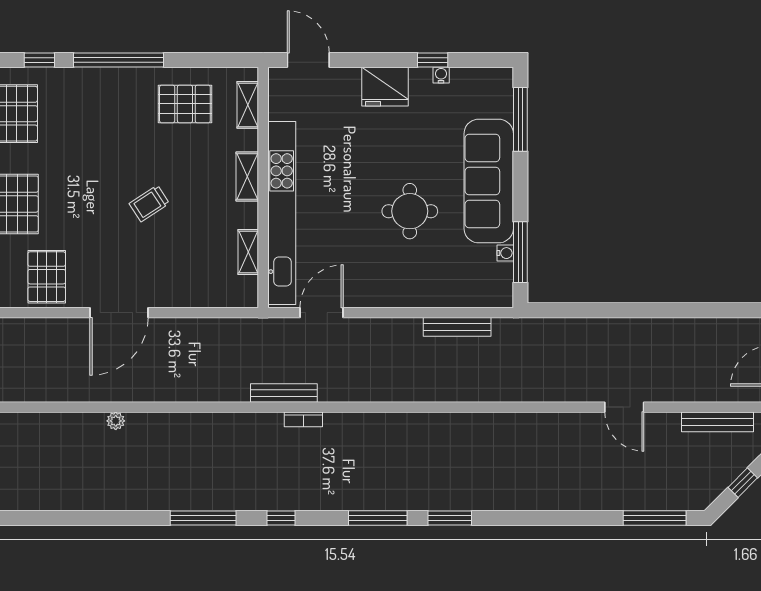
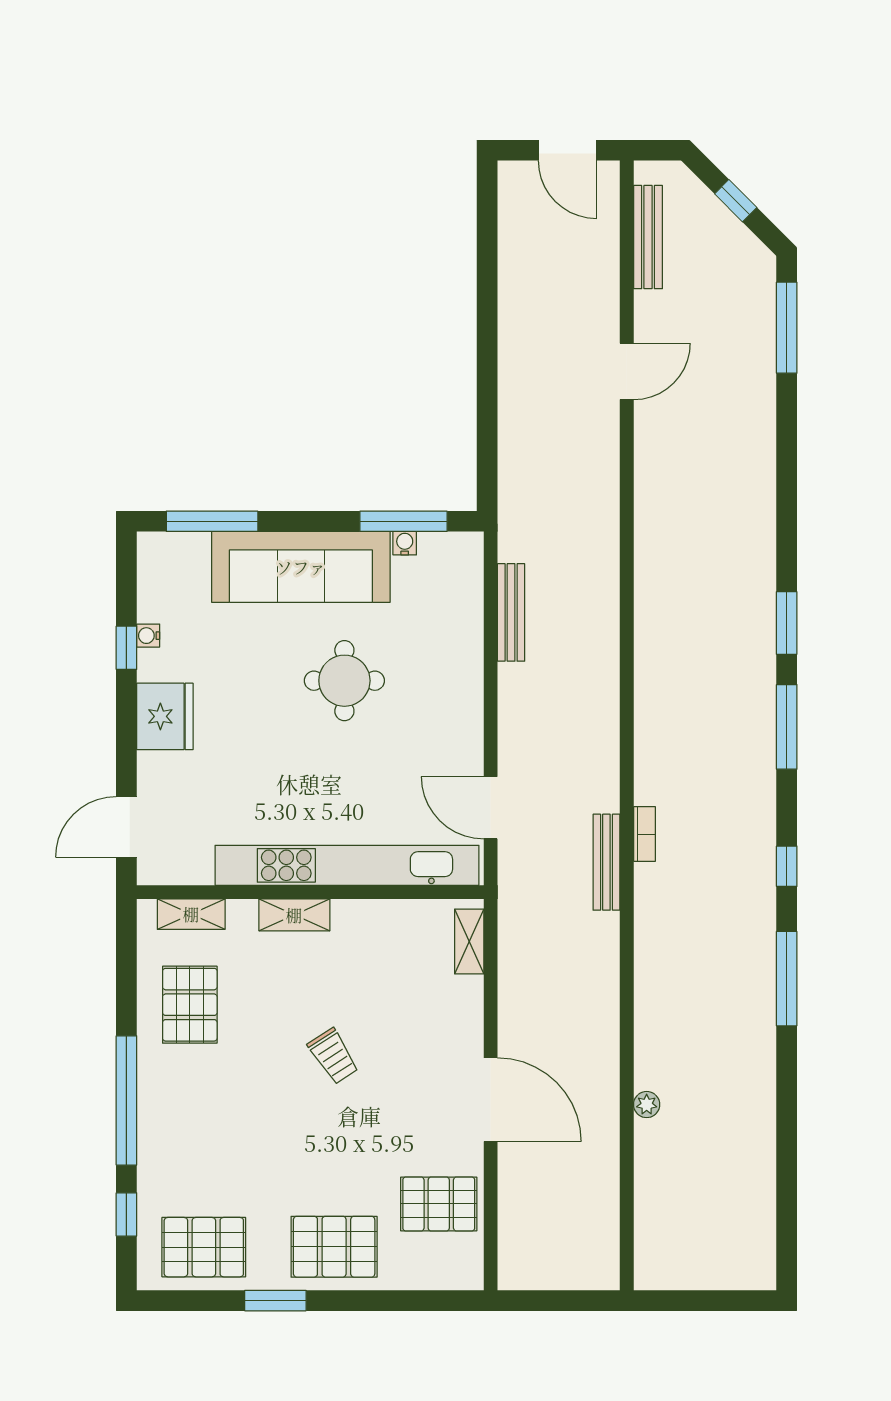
shelving: (248, 252) -> (469, 942), moved, turned 90

